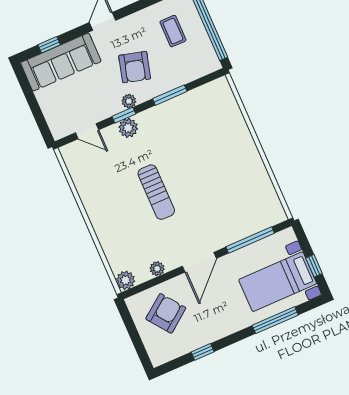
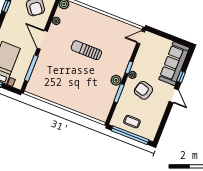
coffee table: (173, 31) -> (132, 122), moved
window: (49, 45) -> (181, 77), moved
plant: (128, 128) -> (116, 80), moved
door: (87, 131) -> (141, 37), moved

